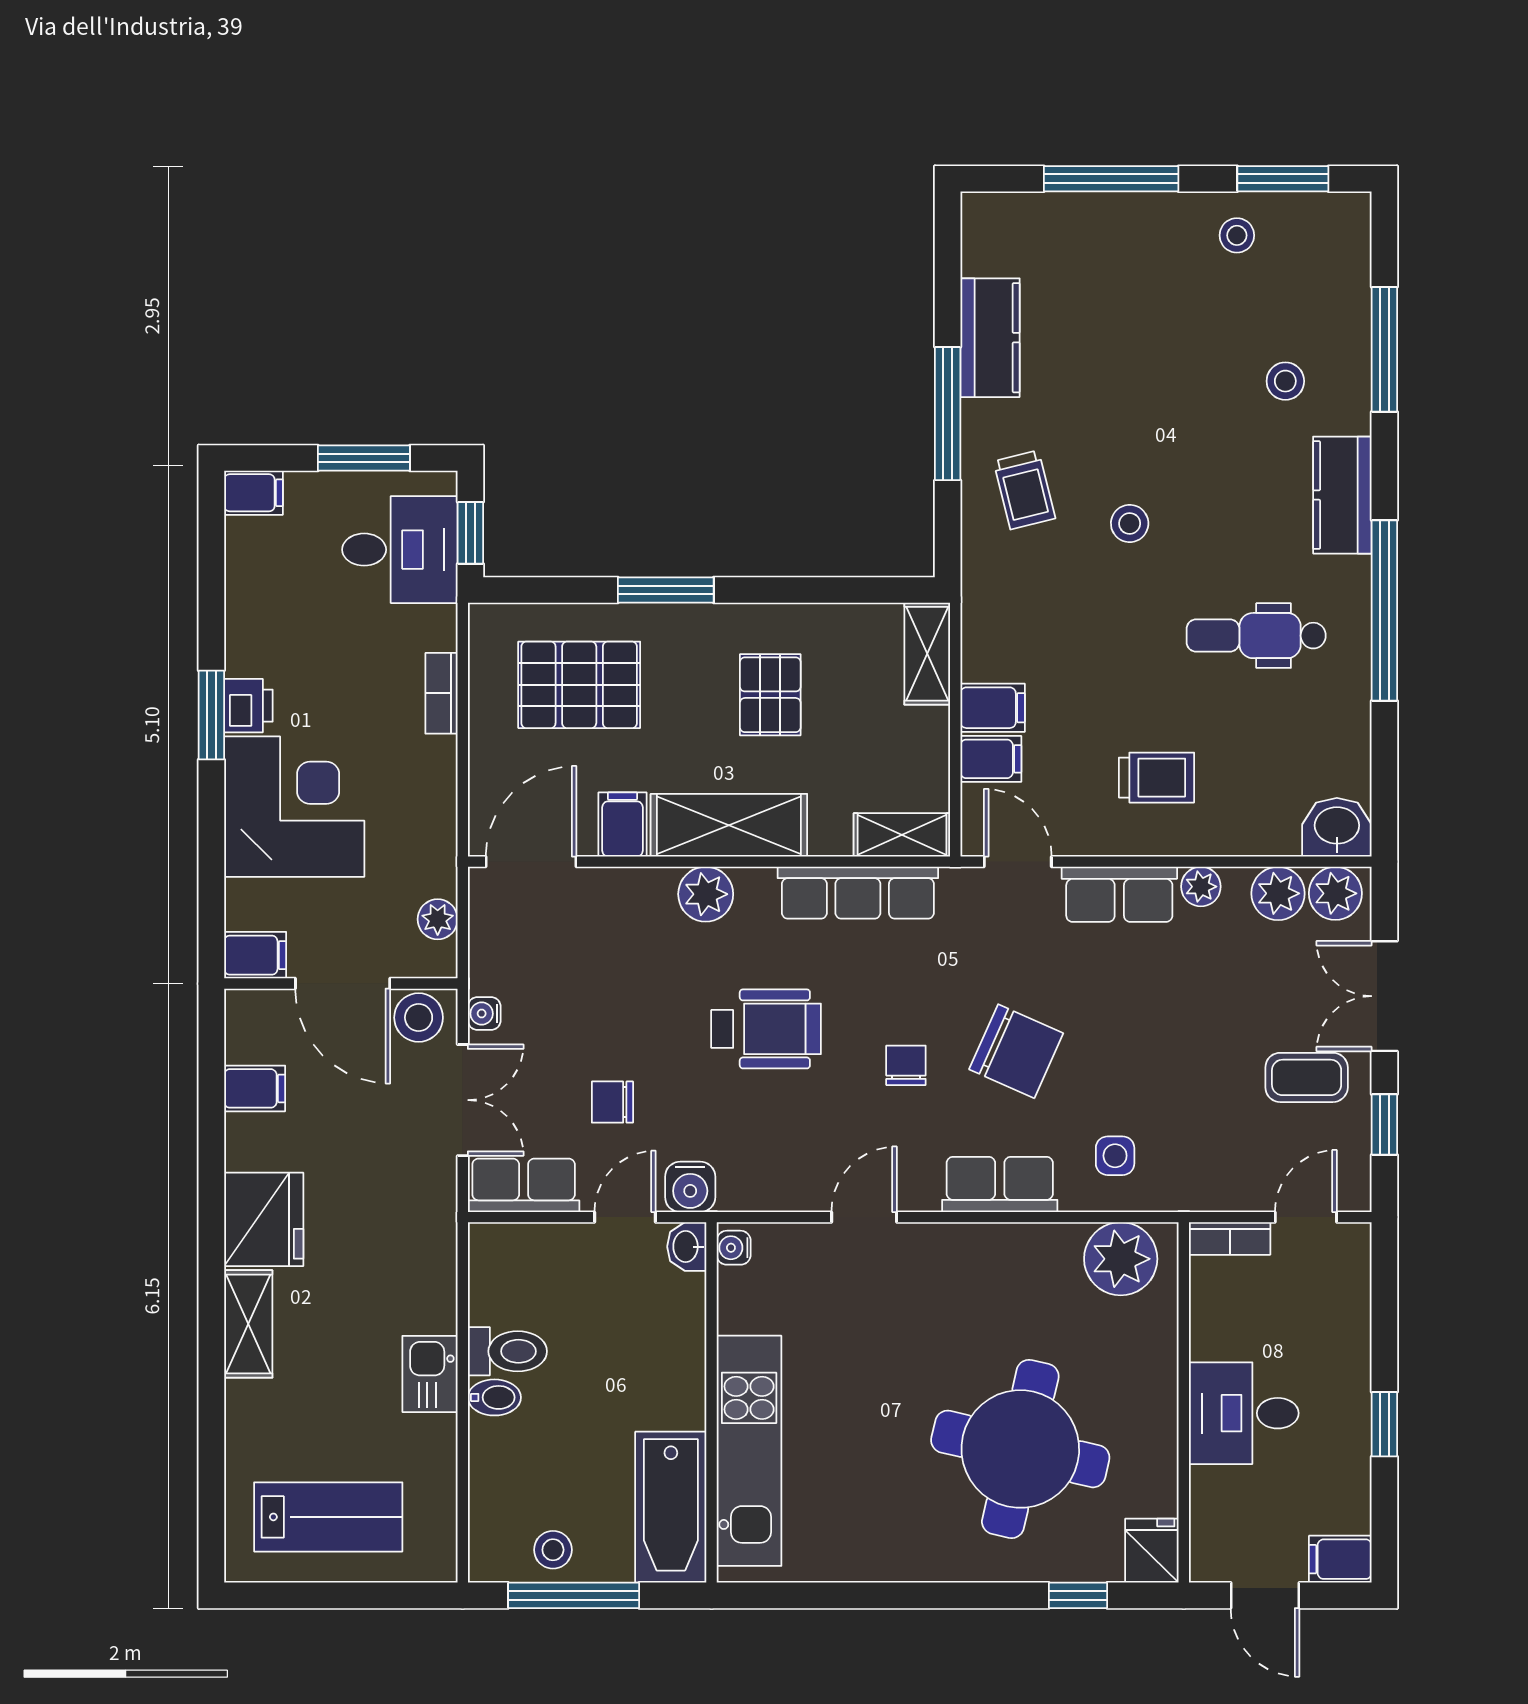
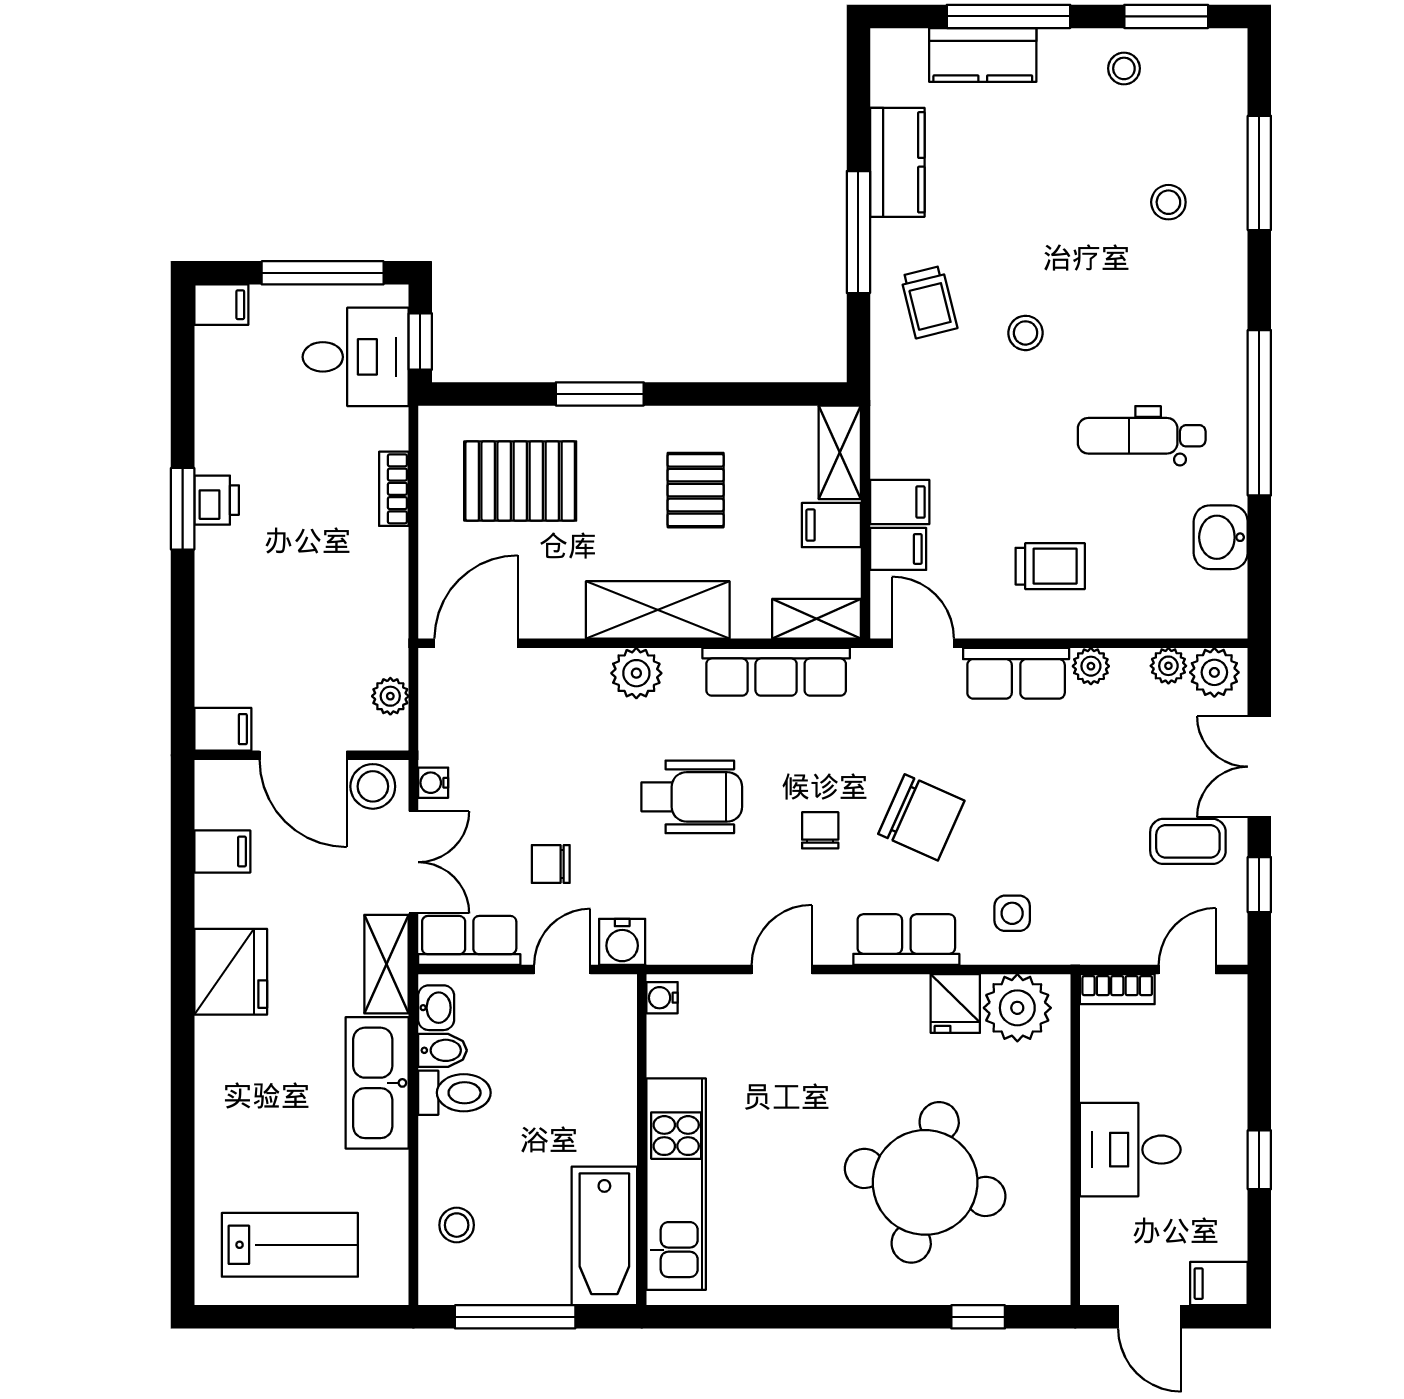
window: (364, 458) -> (323, 273), width x1.44
kitchen counter: (1342, 495) -> (983, 55), moved, turned -90
corner desk: (294, 807) -> (259, 593), removed
filing cabinet: (623, 824) -> (831, 525), moved, turned -90
washbasin: (1337, 827) -> (1221, 537), moved, turned -90
plant: (1278, 893) -> (1168, 666), width x0.73, depth x0.73
washbasin: (687, 1247) -> (436, 1008), moved, turned 180
shelving: (248, 1324) -> (387, 964), moved
kitchen sink: (430, 1374) -> (377, 1083), width x1.87, depth x1.24
bidet: (494, 1397) -> (442, 1050), moved
stool: (553, 1550) -> (457, 1225), moved
fridge: (1152, 1551) -> (955, 1004), moved, turned 180

